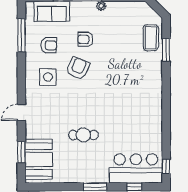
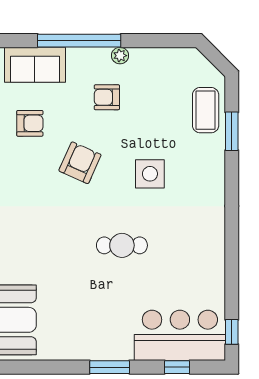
armchair: (85, 39) -> (107, 97), moved
side table: (48, 77) -> (150, 174), moved
cafe table: (83, 135) -> (122, 245), moved

